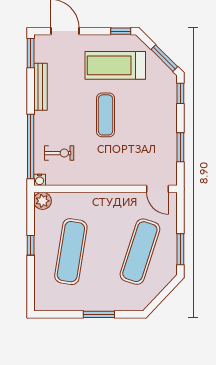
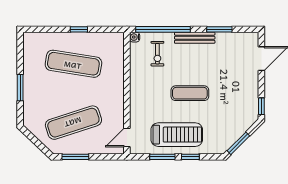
window: (31, 53) -> (219, 29), moved
treadmill: (115, 65) -> (177, 135), moved, turned 90
bench: (40, 87) -> (195, 38), moved
window: (180, 93) -> (190, 157), moved
plant: (42, 201) -> (117, 40), removed
exercise mat: (140, 252) -> (73, 123), turned -36

